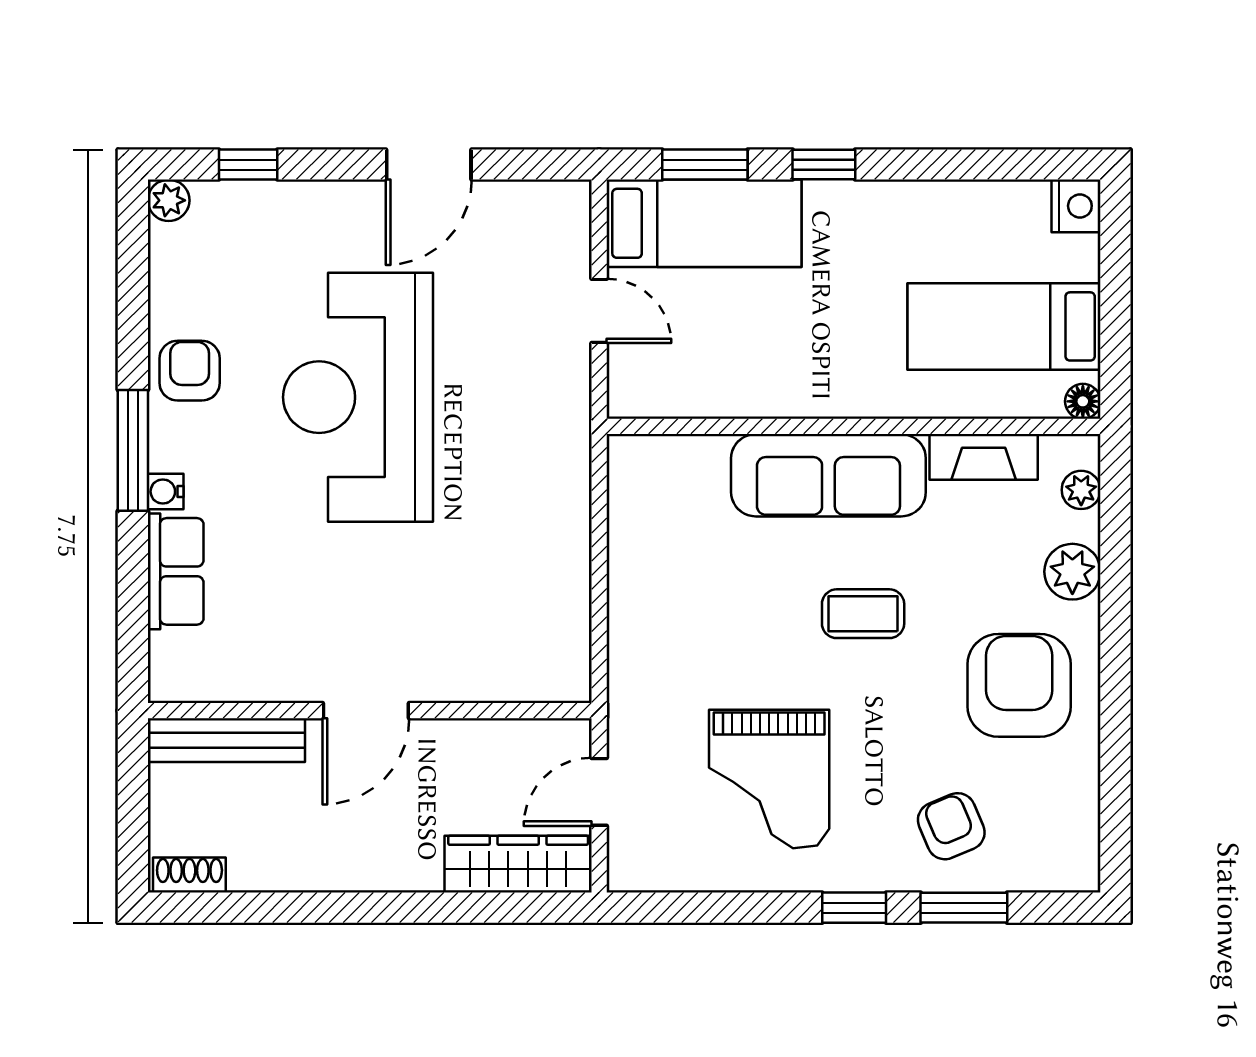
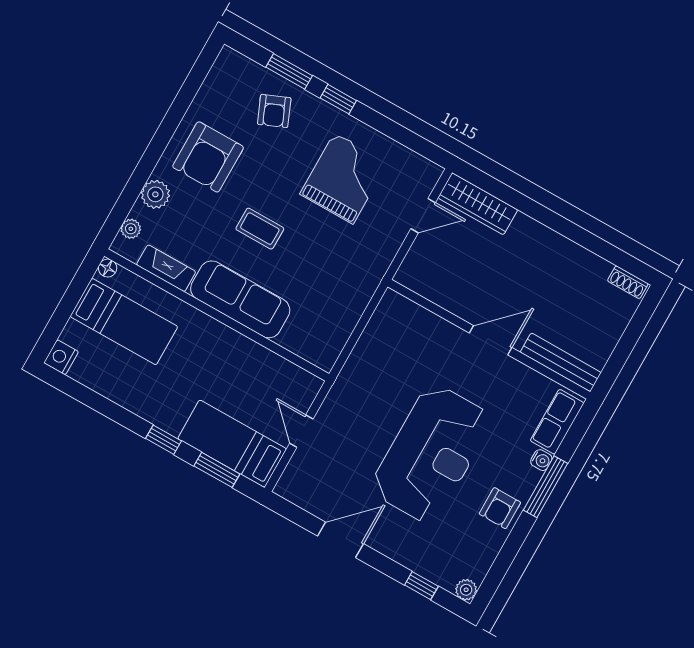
door: (366, 711) -> (491, 340), moved
wall: (370, 711) -> (489, 339), moved
bench: (226, 740) -> (561, 362), moved

